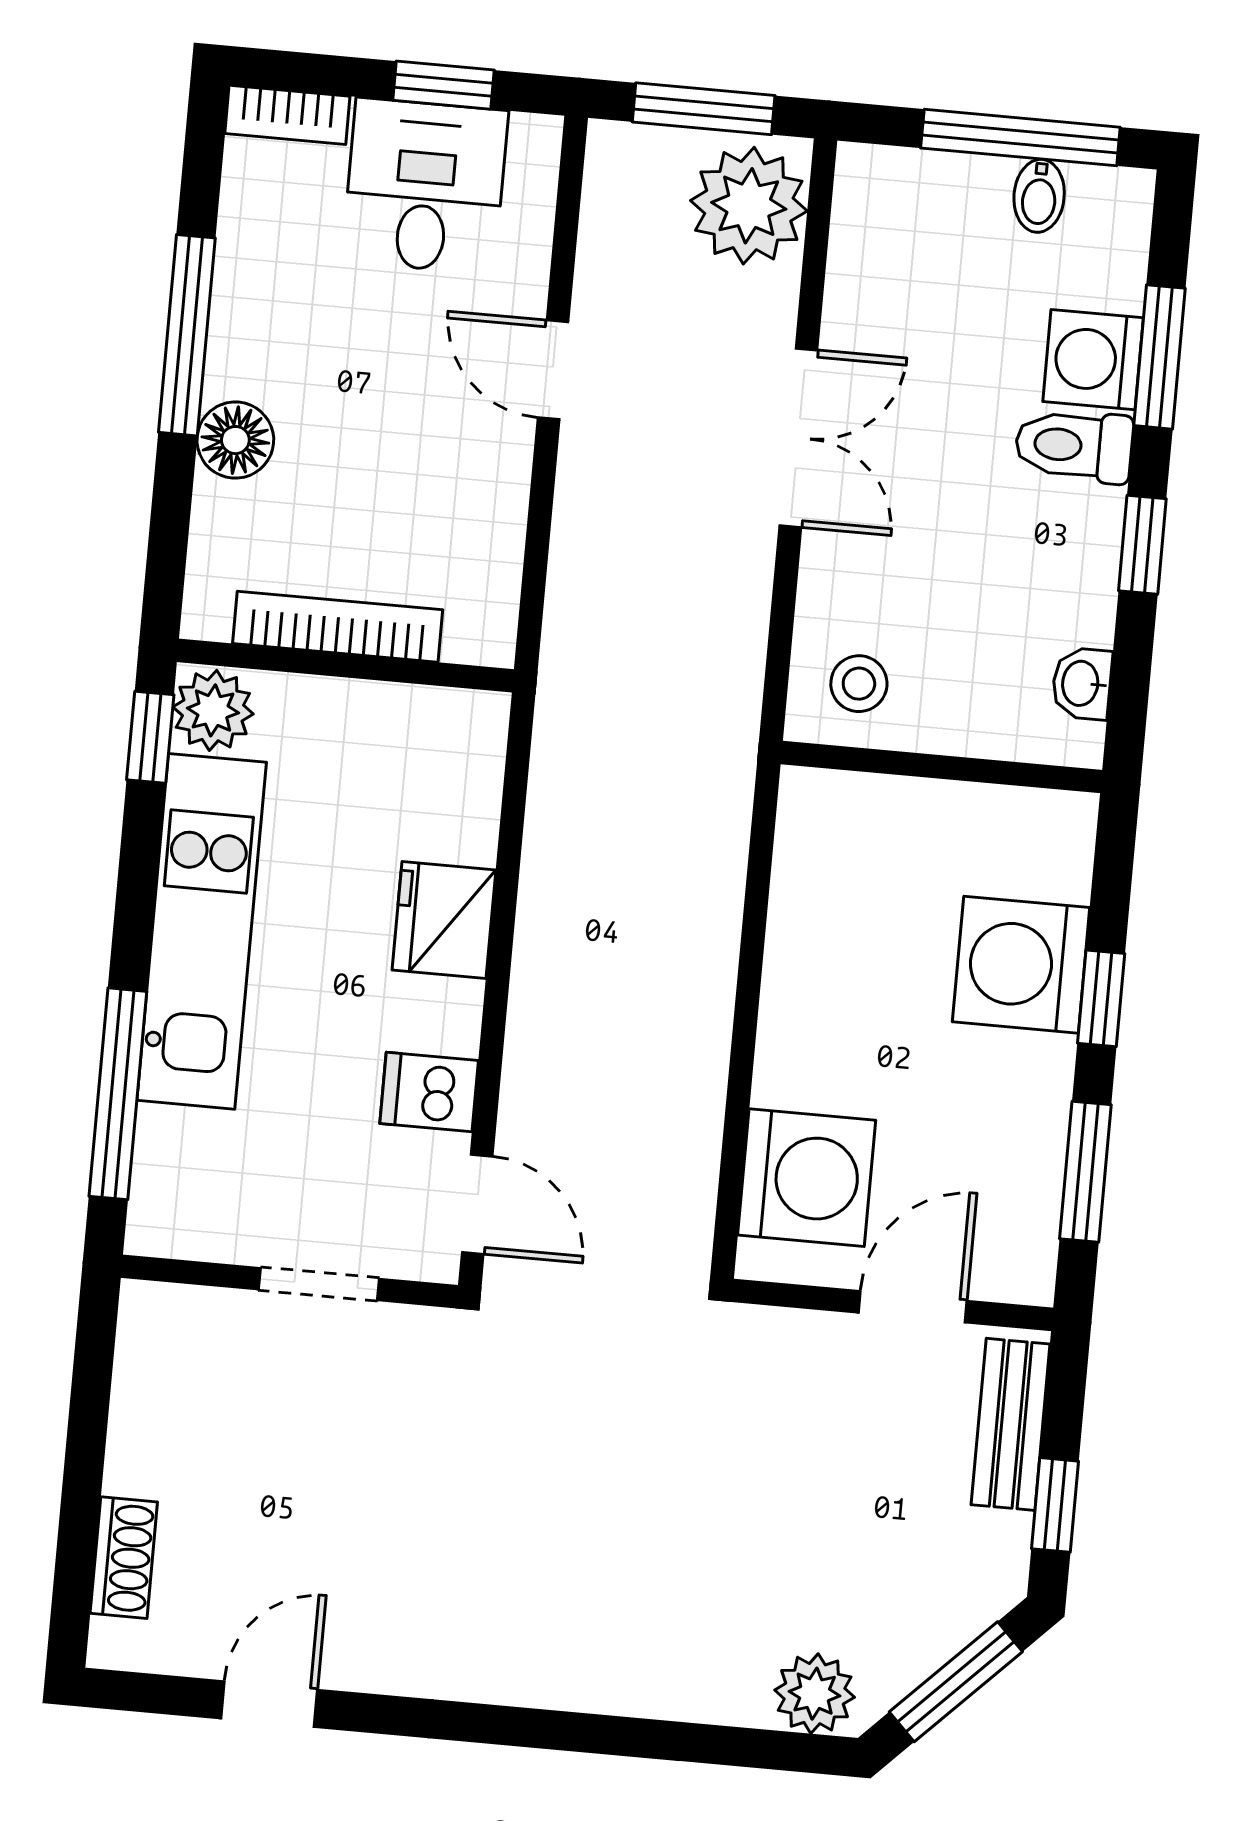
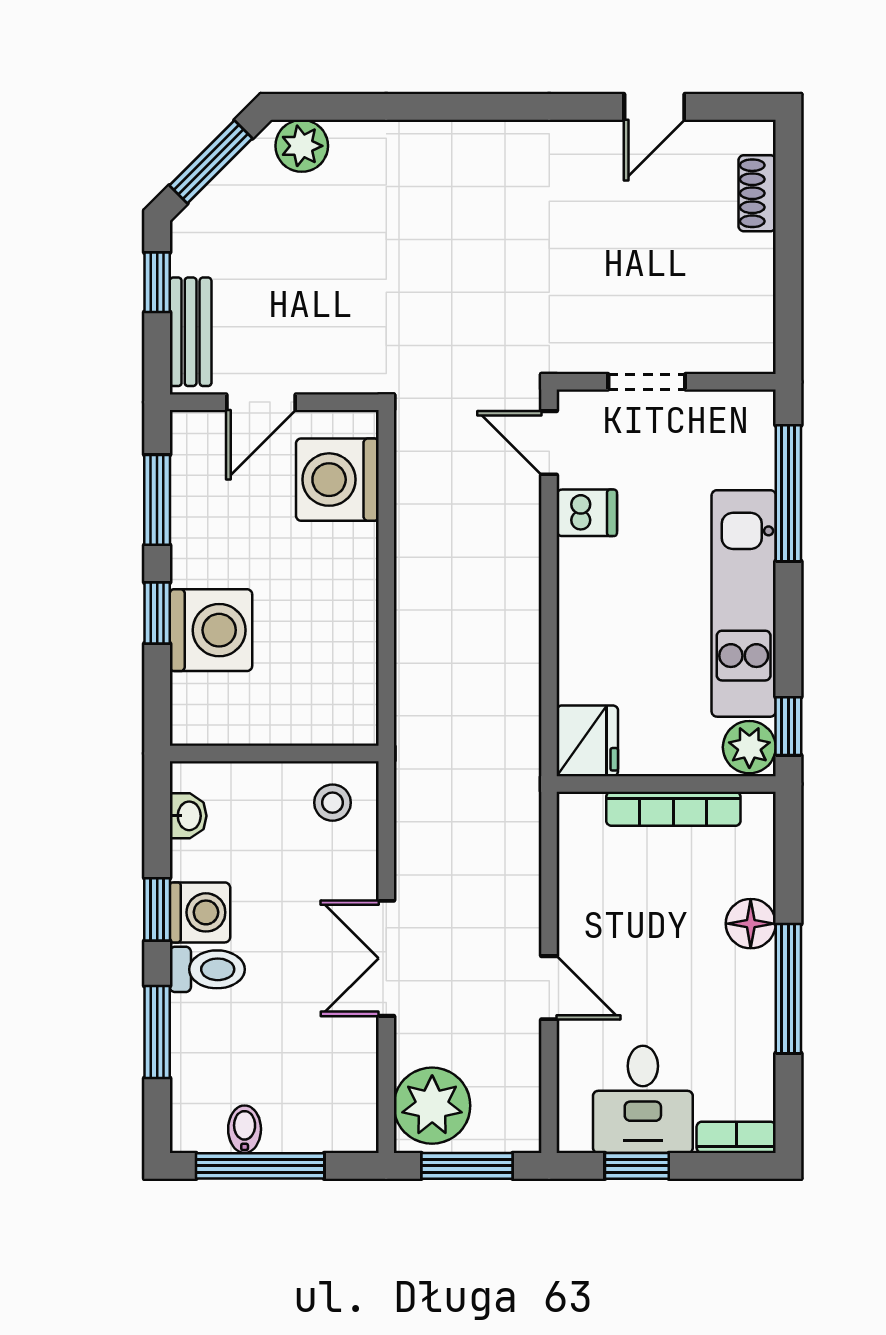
washing machine: (1093, 360) -> (200, 912), moved
fridge: (444, 920) -> (587, 741), moved

